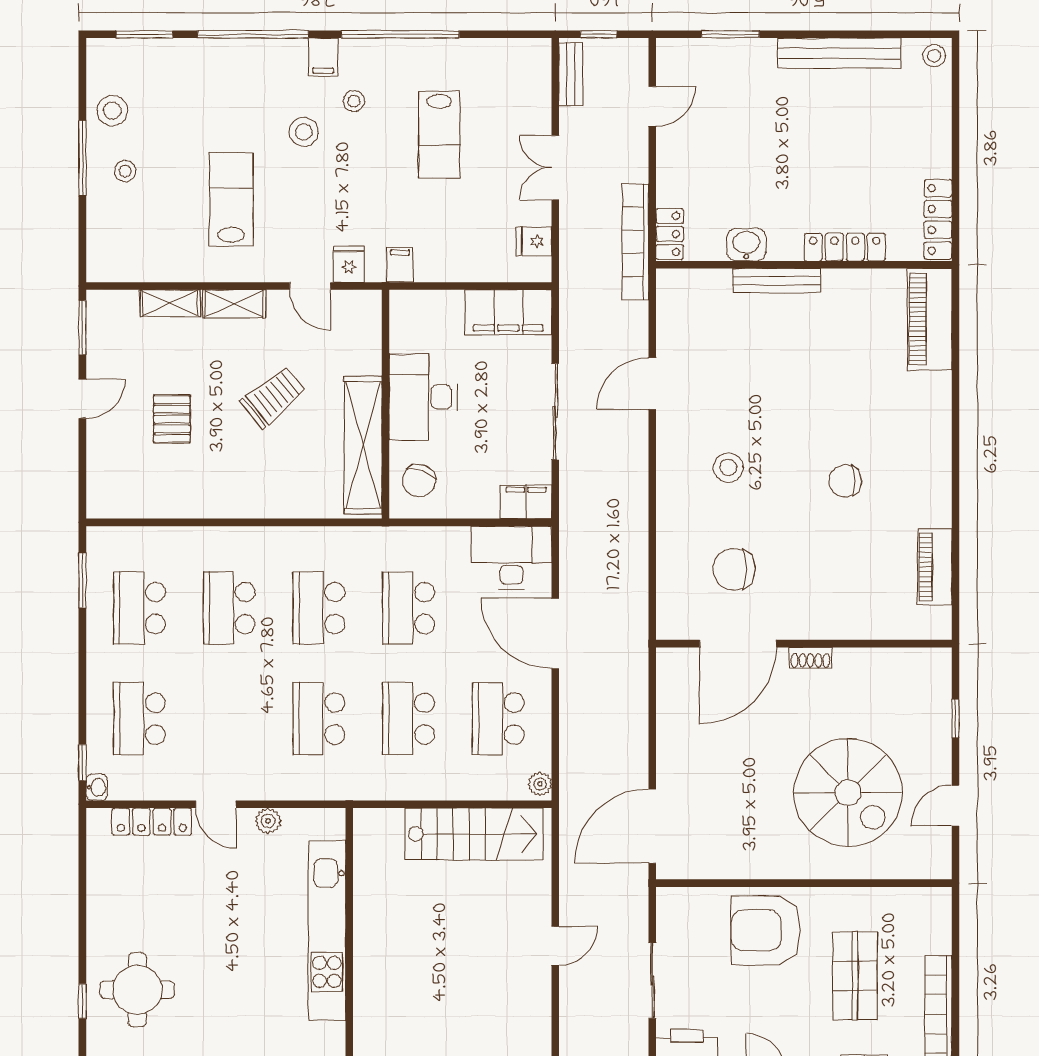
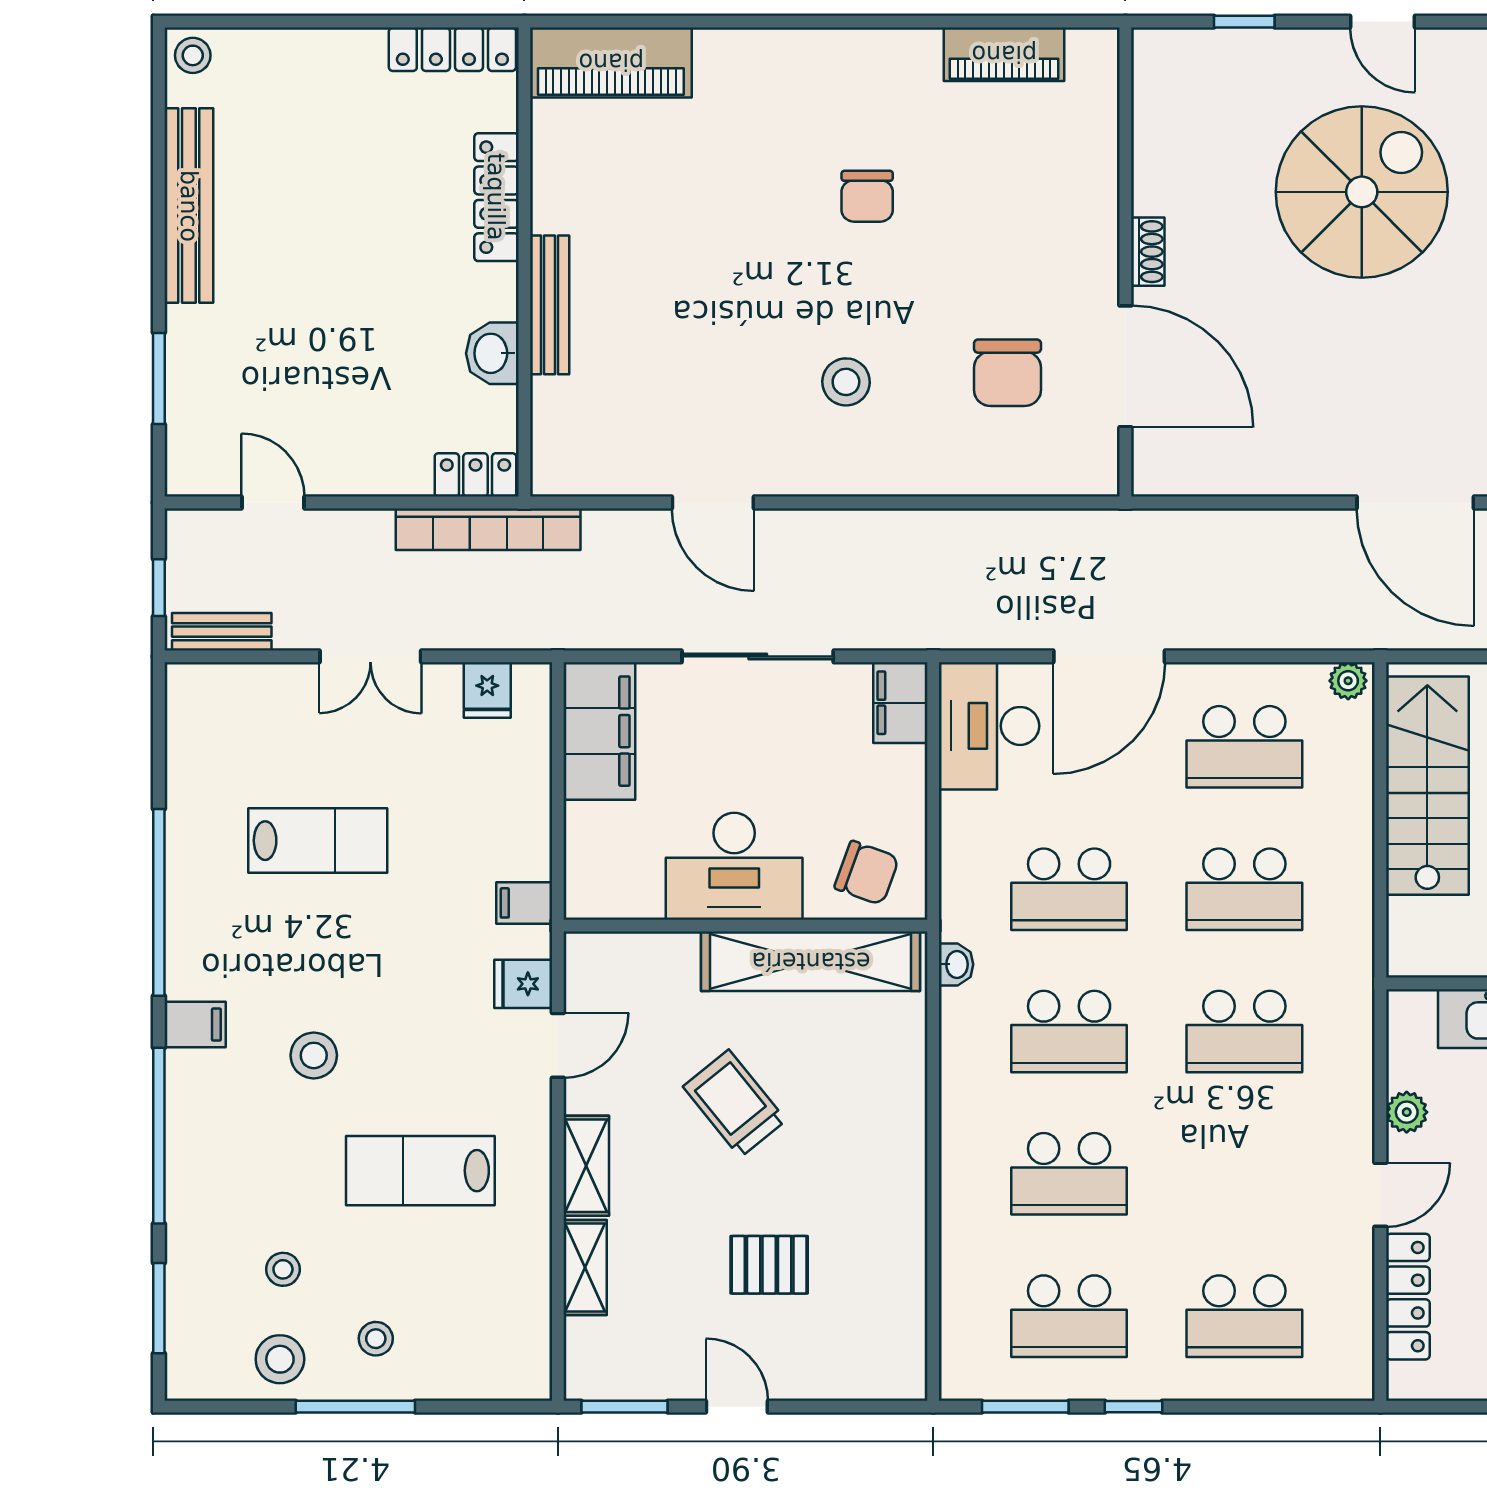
stool: (354, 101) -> (283, 1269), moved
window: (82, 763) -> (1133, 1407), moved
washbasin: (97, 787) -> (956, 964), moved, turned 90

